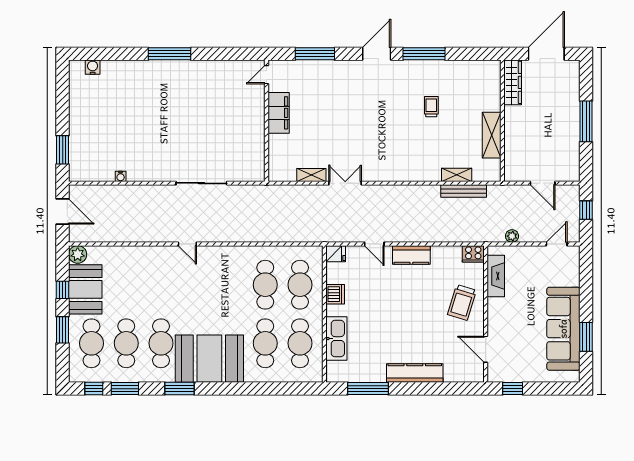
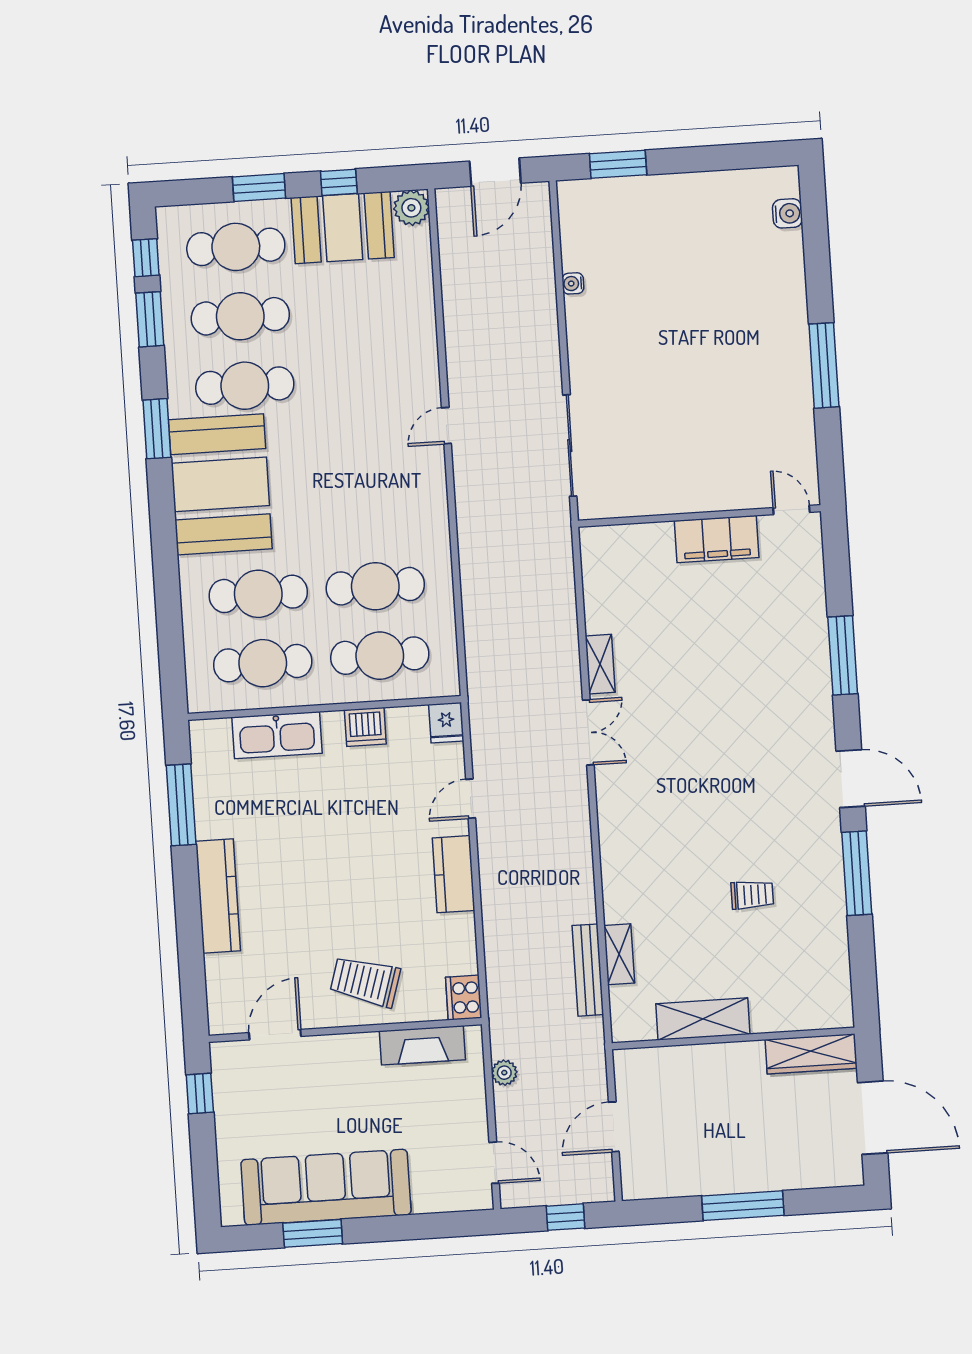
door: (266, 75) -> (791, 510), moved
filing cabinet: (279, 113) -> (717, 539), moved
wall: (266, 121) -> (699, 516), moved

